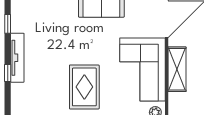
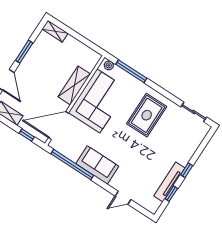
tv unit: (17, 58) -> (169, 182), moved
window: (8, 73) -> (187, 170), moved

